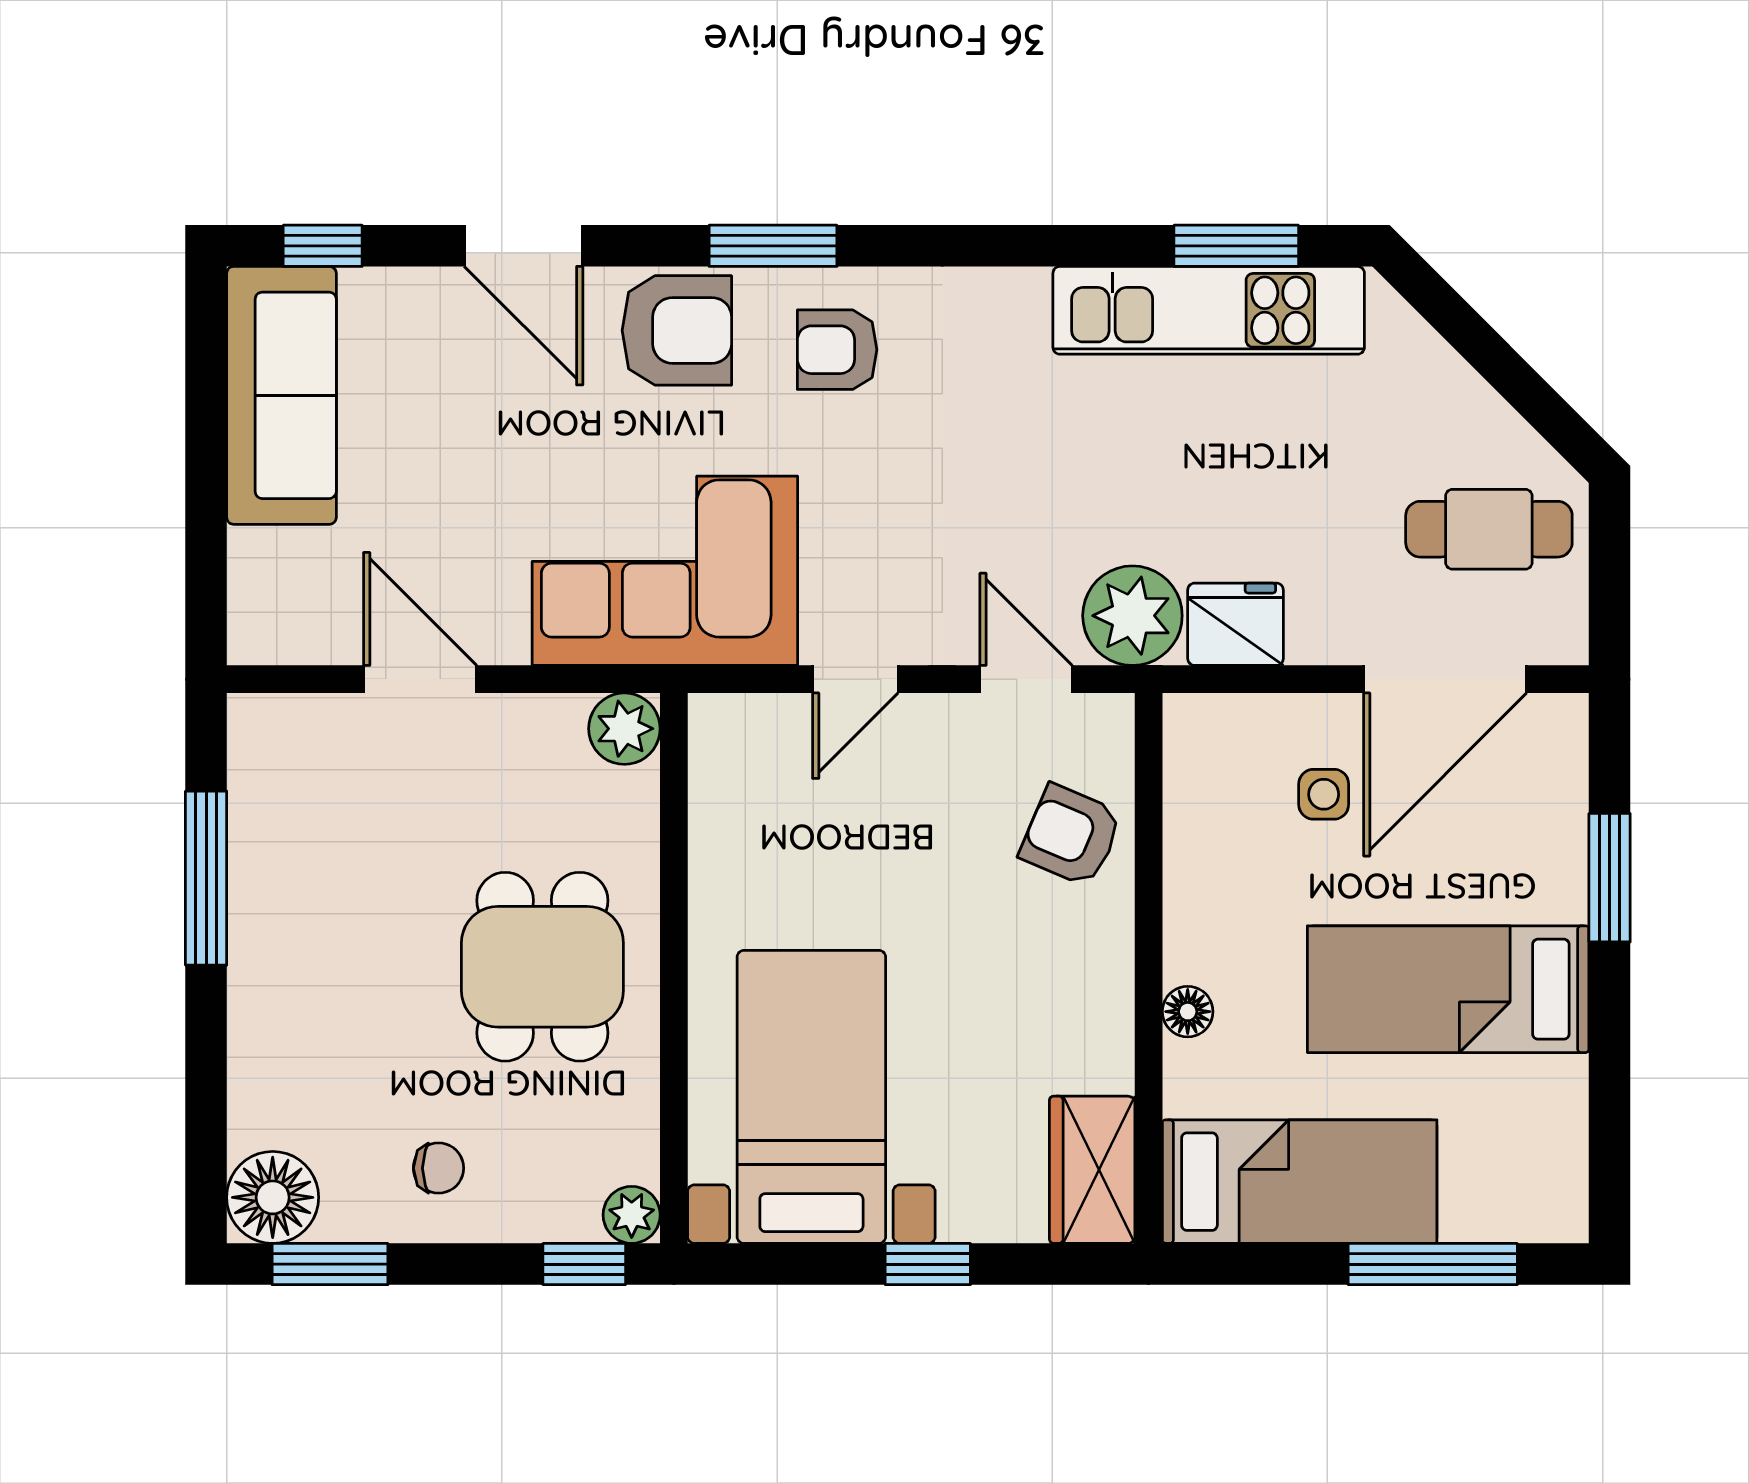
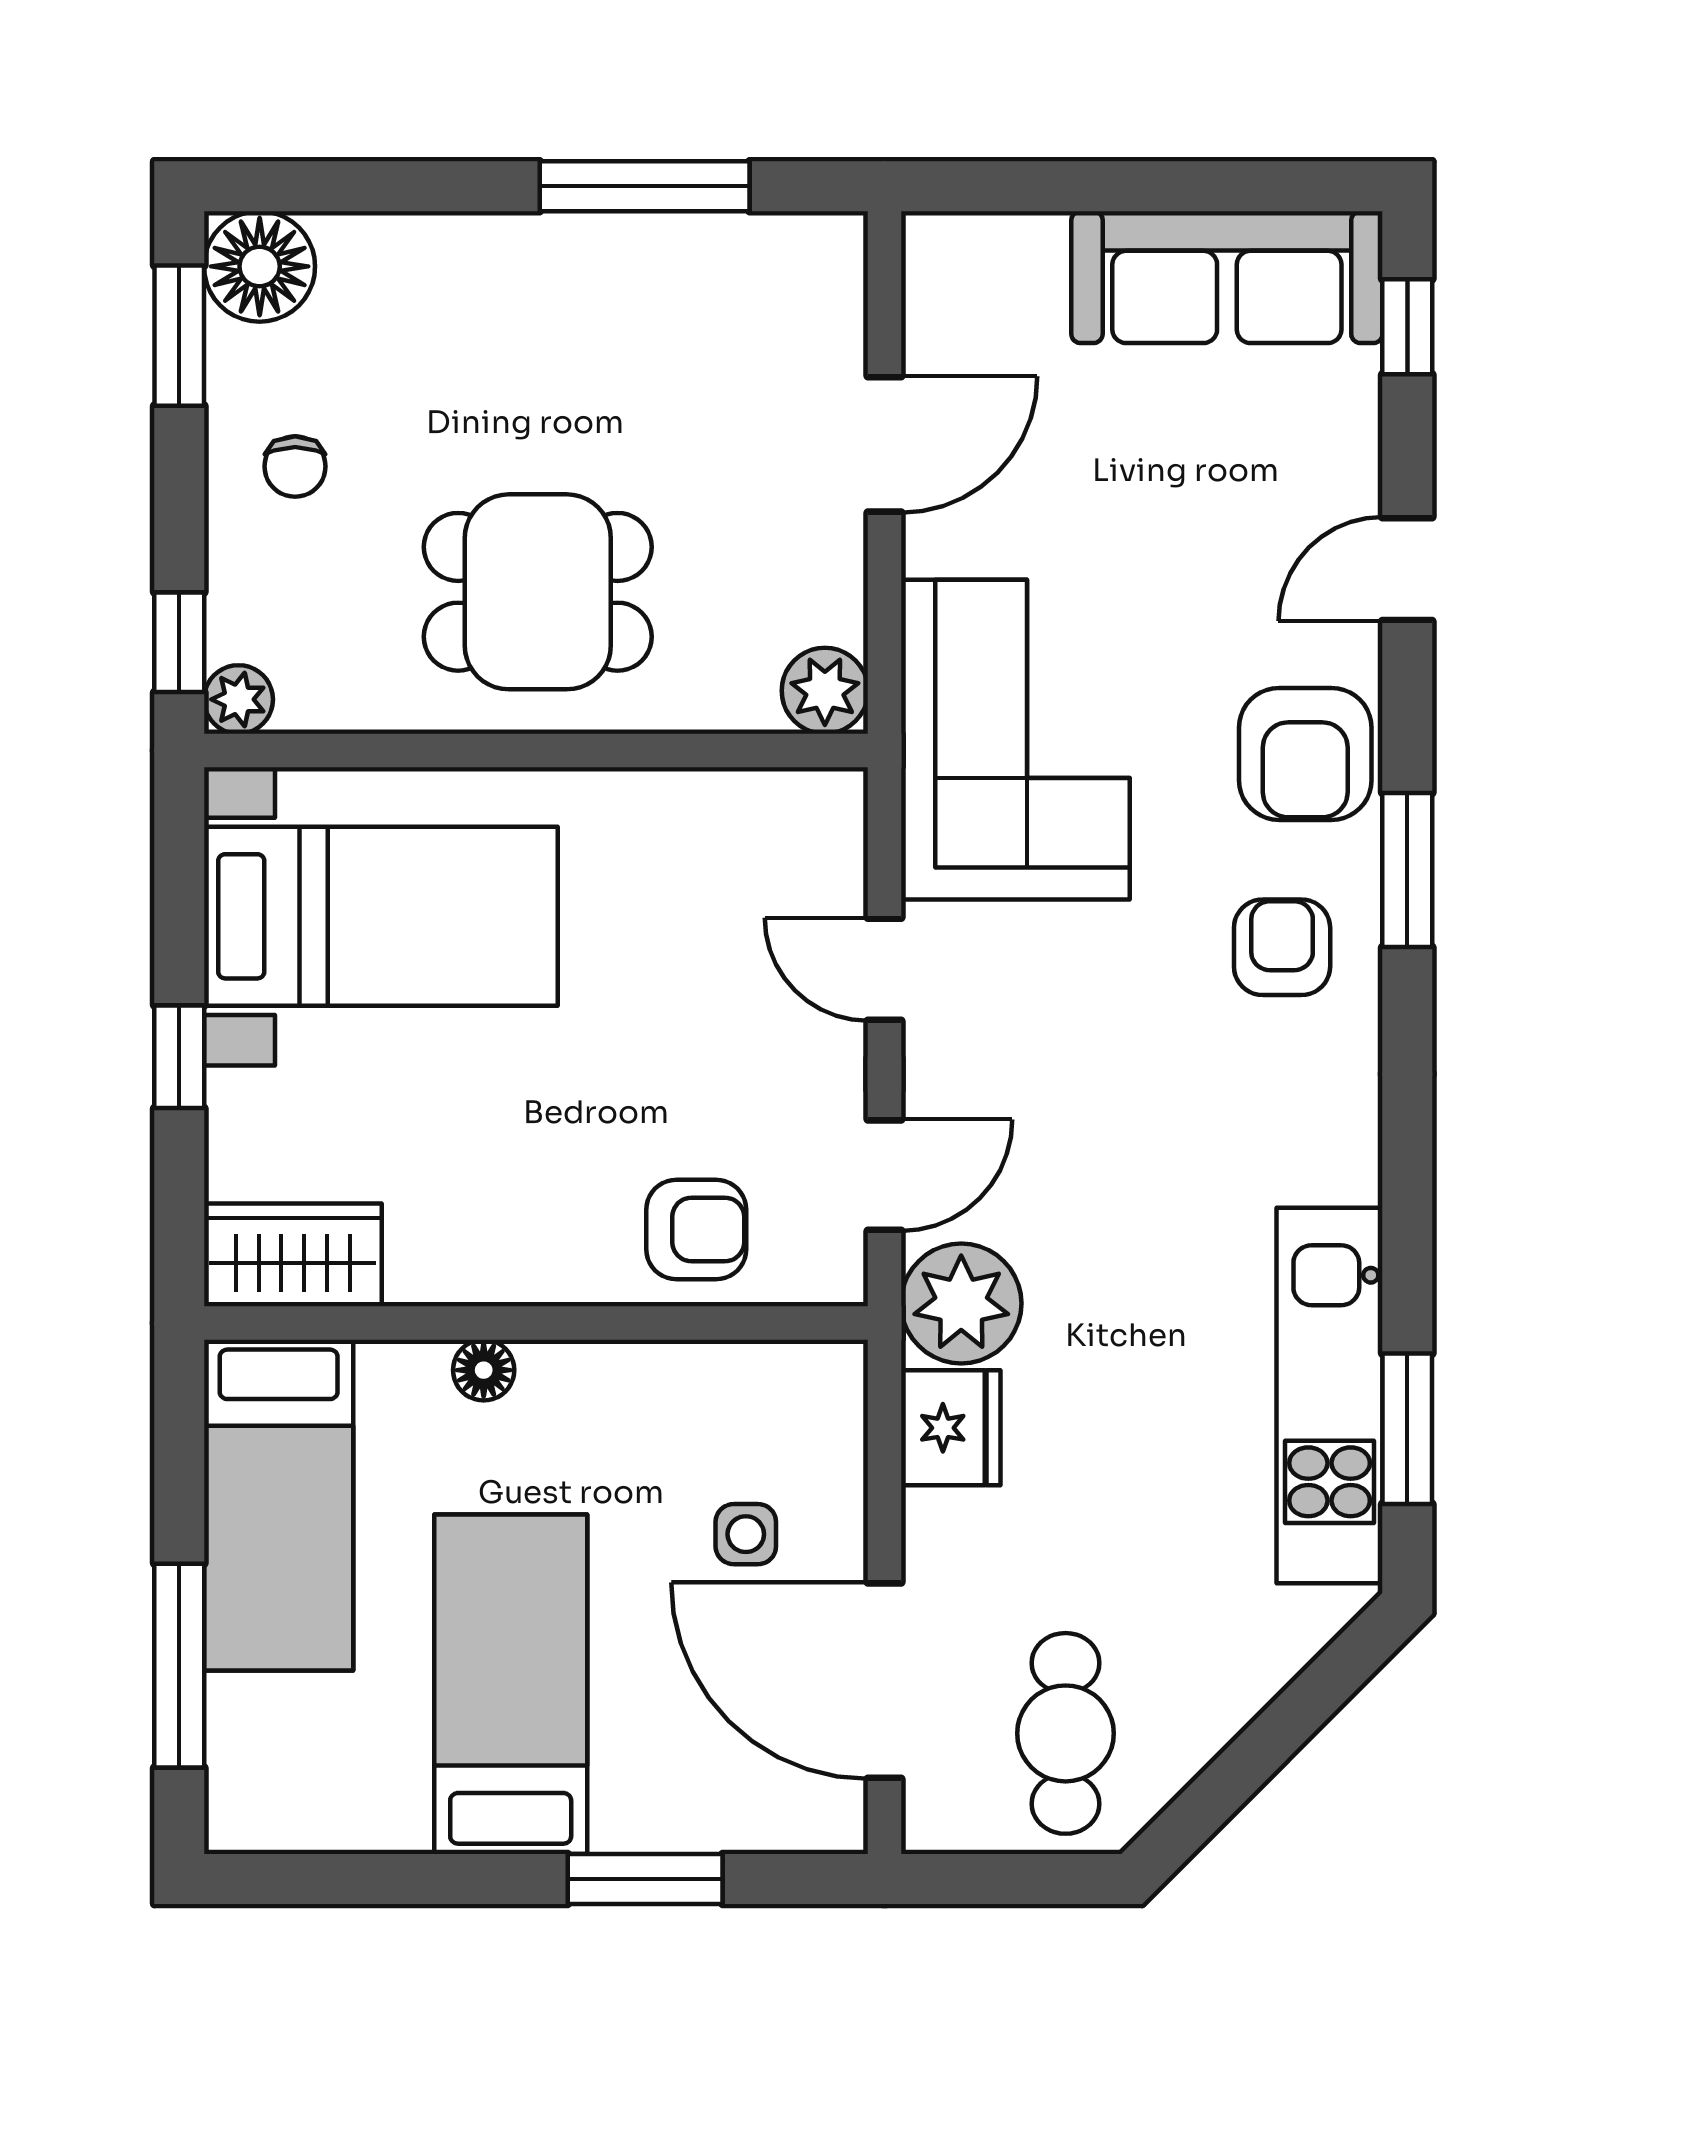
door: (523, 246) -> (1407, 569), width x0.73
armchair: (1071, 835) -> (696, 1229), turned 67

